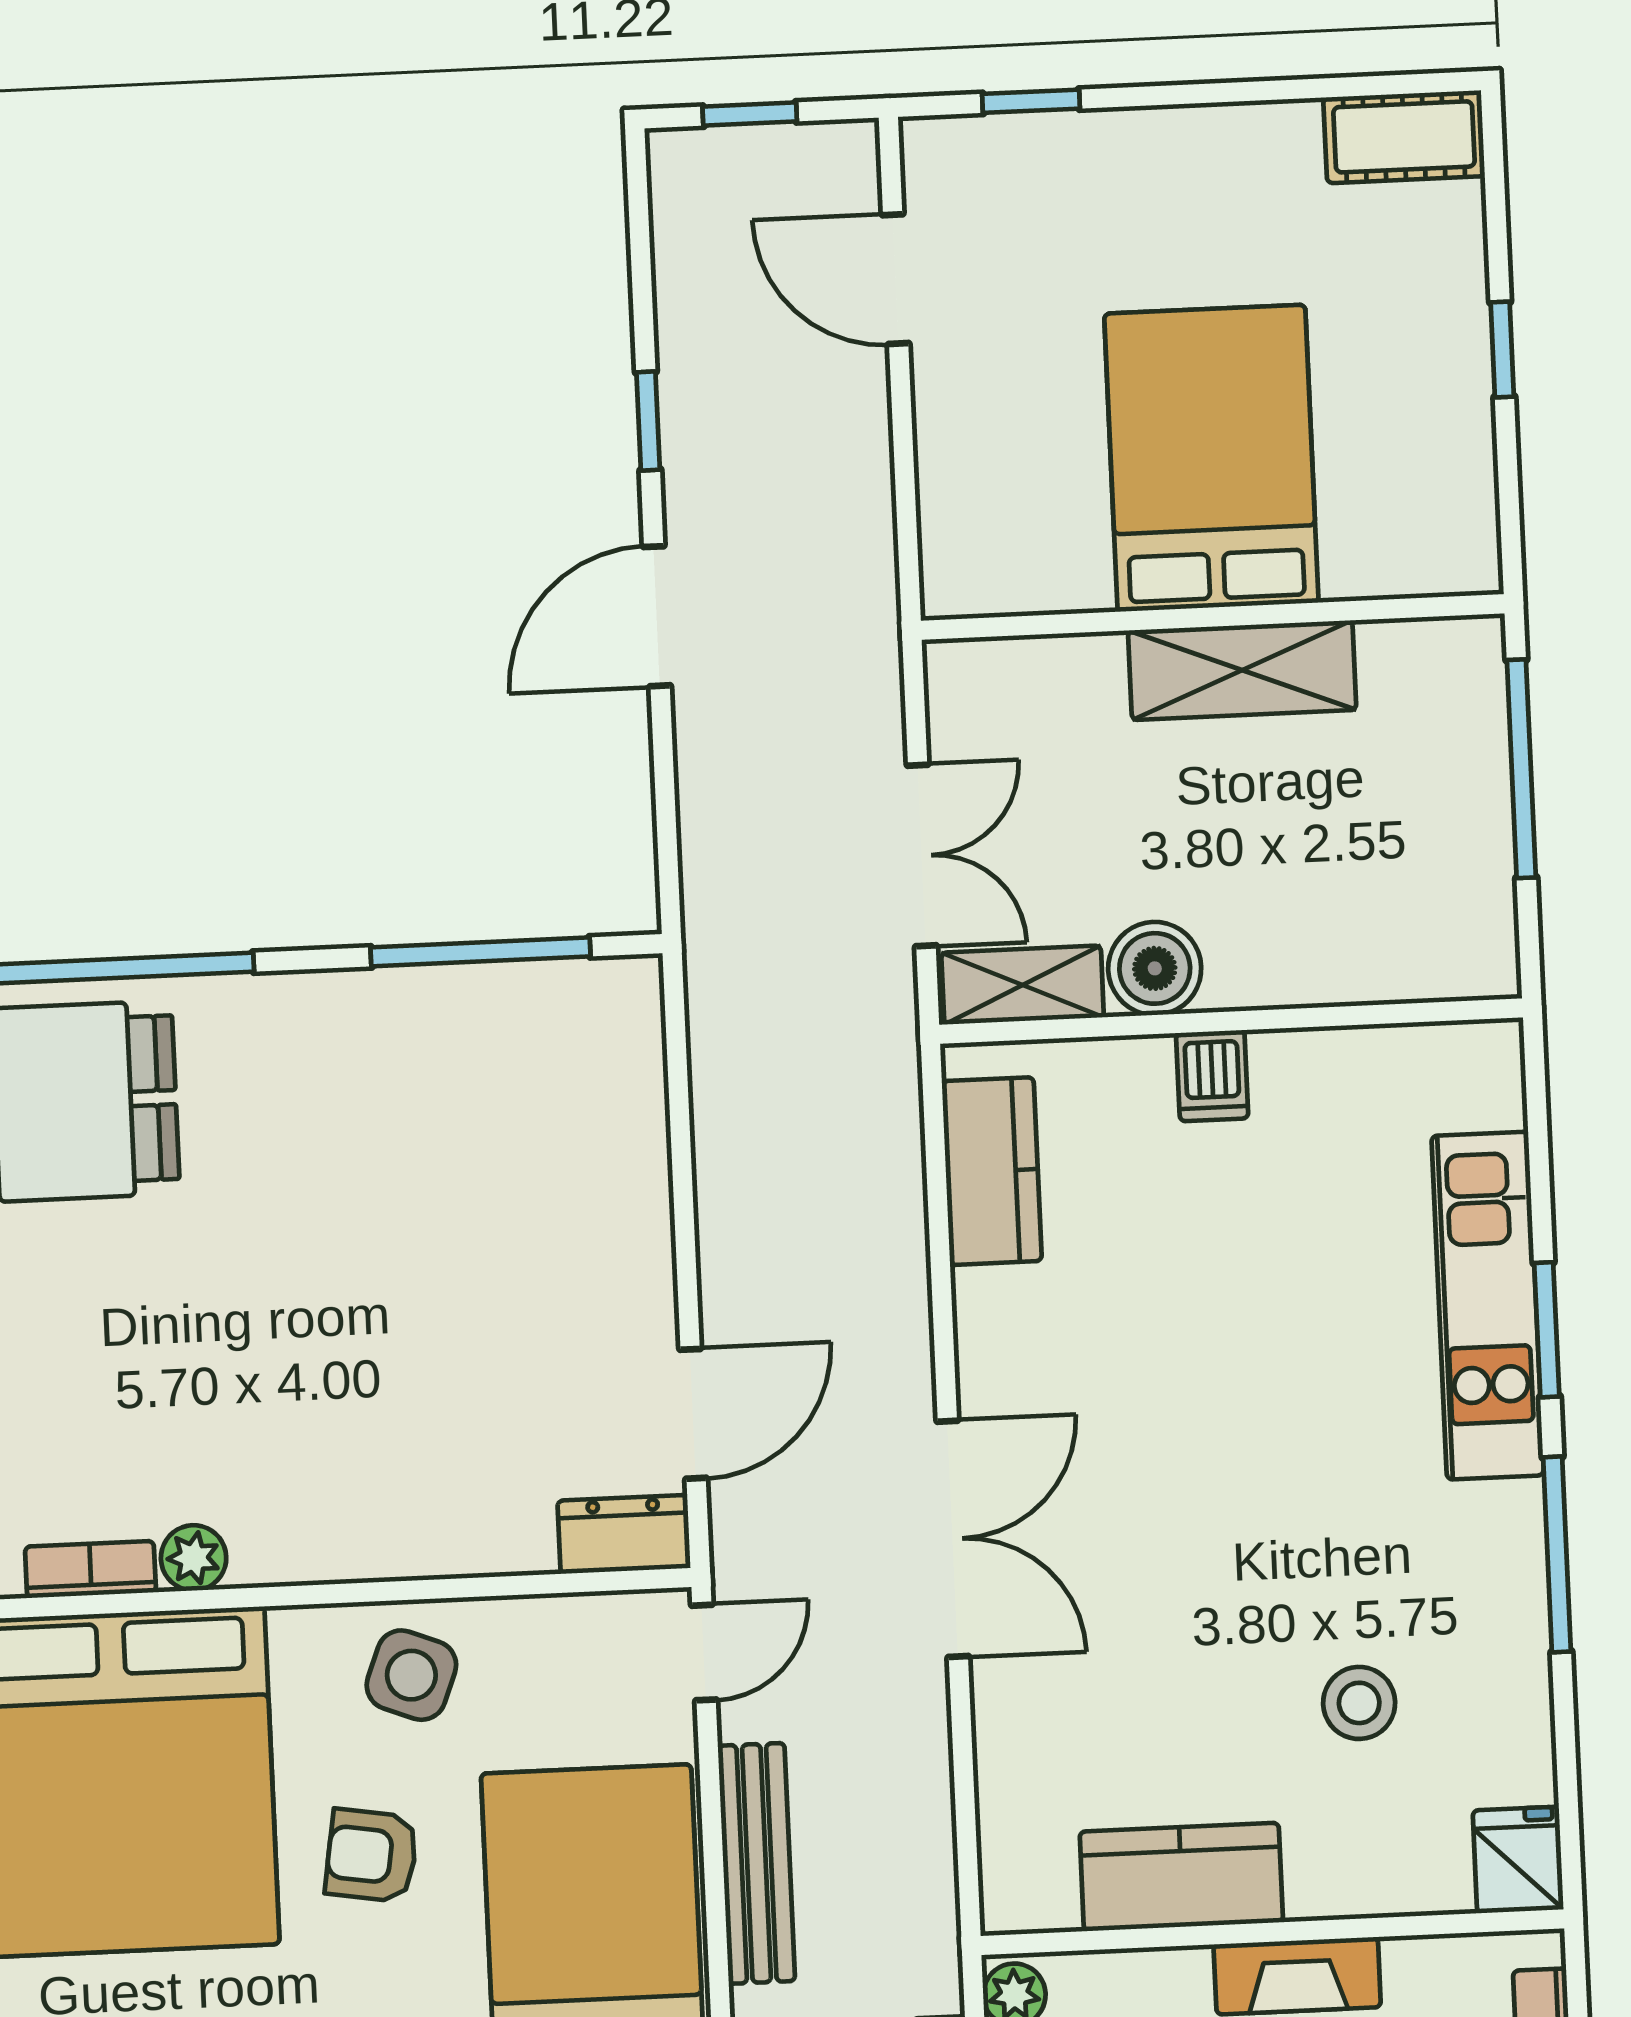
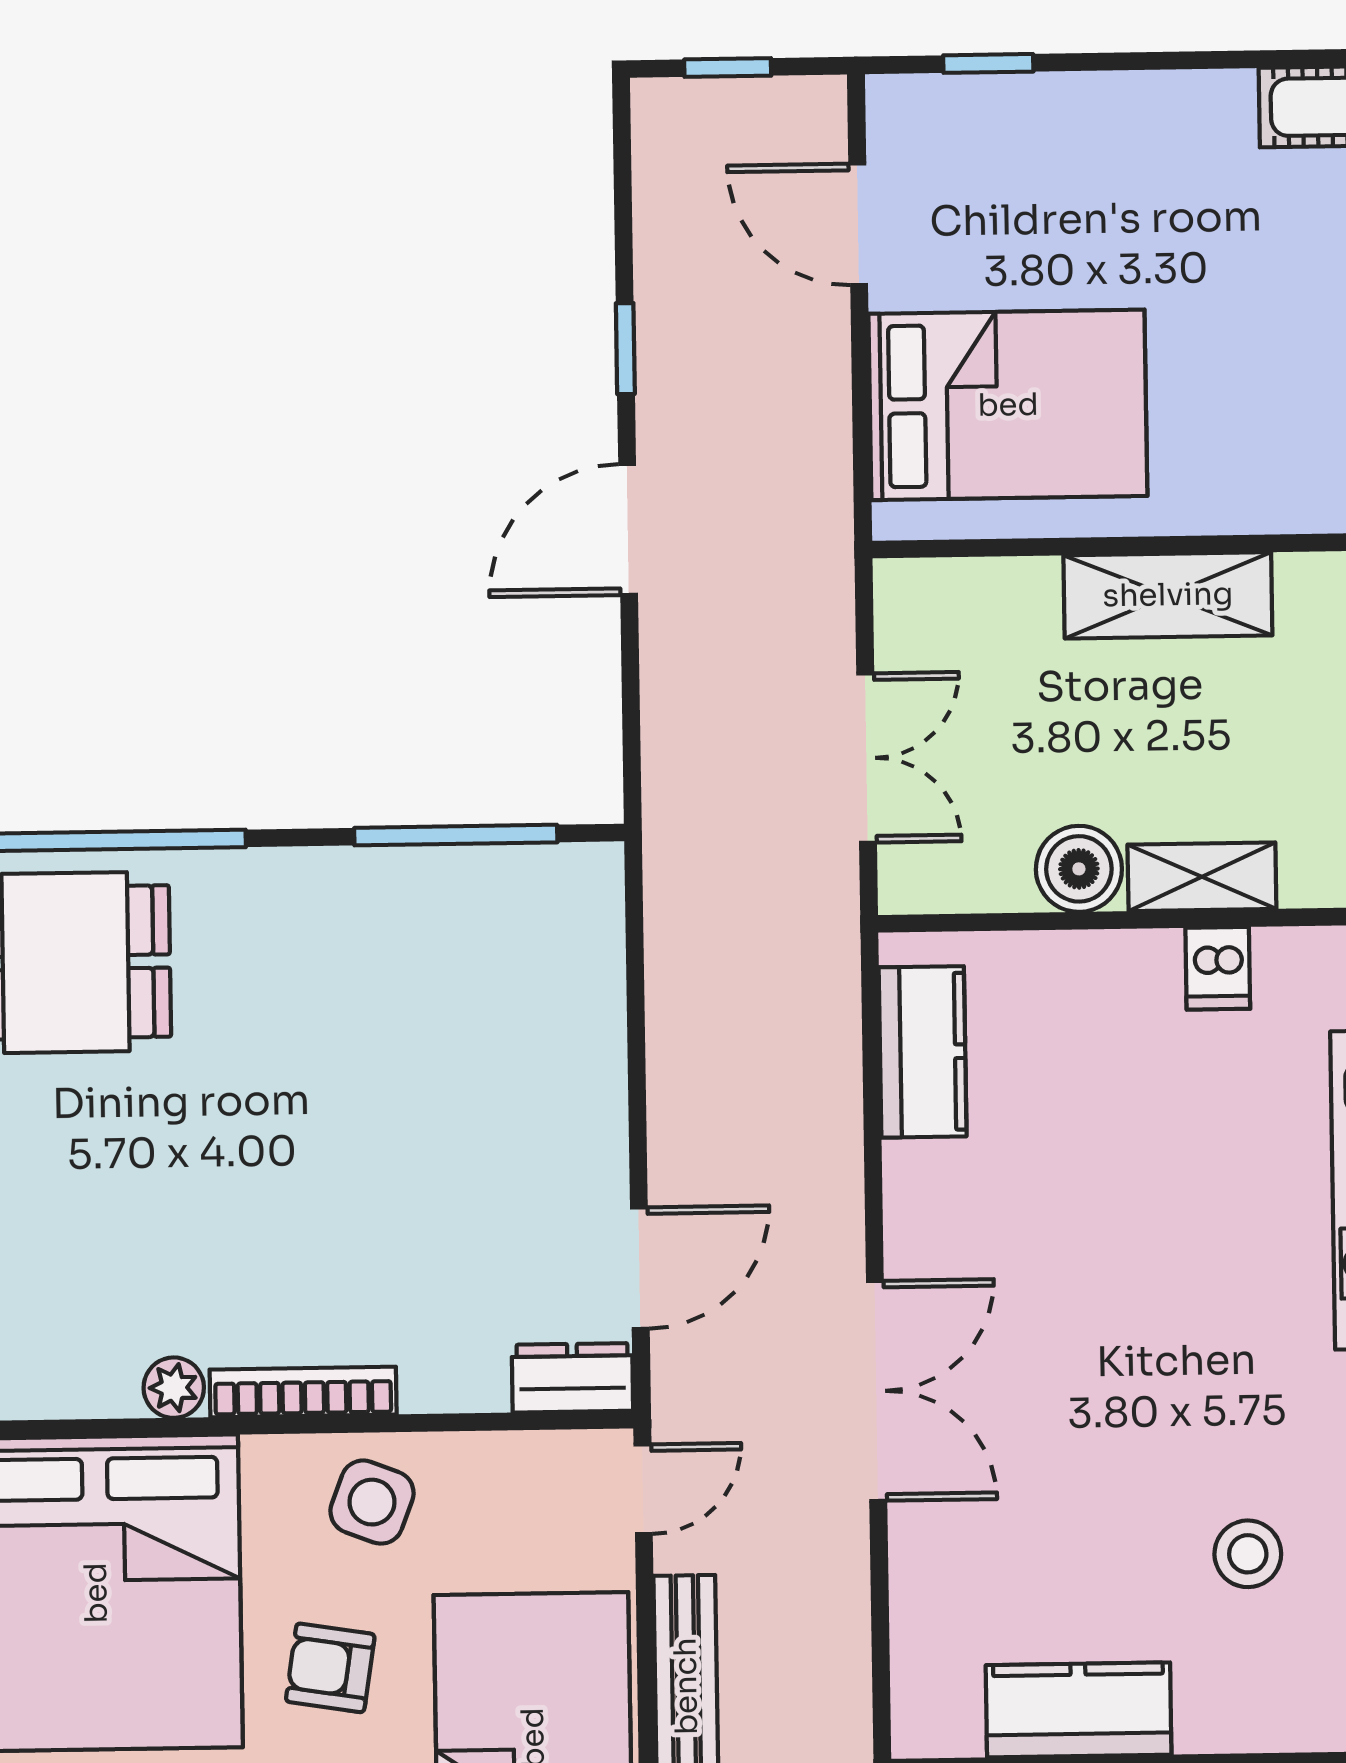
bed: (1211, 458) -> (1008, 405), moved, turned 90
shelving: (1023, 985) -> (1202, 877), moved
dishwasher: (1212, 1076) -> (1218, 968), moved
bookcase: (90, 1569) -> (303, 1392), moved, width x1.56

